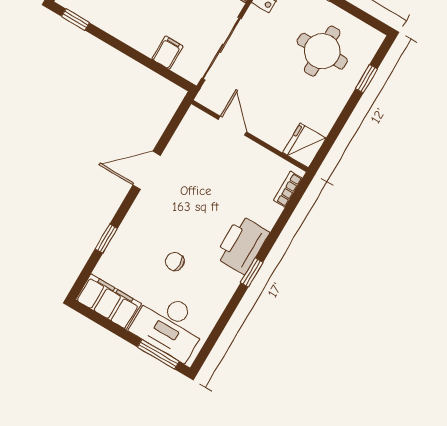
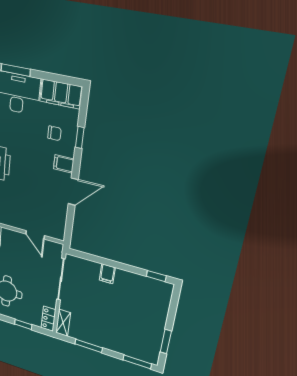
filing cabinet: (167, 53) -> (107, 274), moved
filing cabinet: (144, 212) -> (64, 164), added
chair: (175, 262) -> (54, 133), moved

